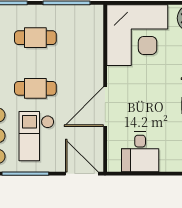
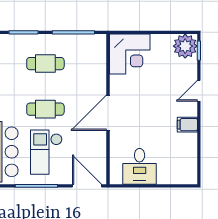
corner desk: (137, 35) -> (130, 54), width x0.74, depth x0.74
door: (105, 107) -> (108, 113), moved

